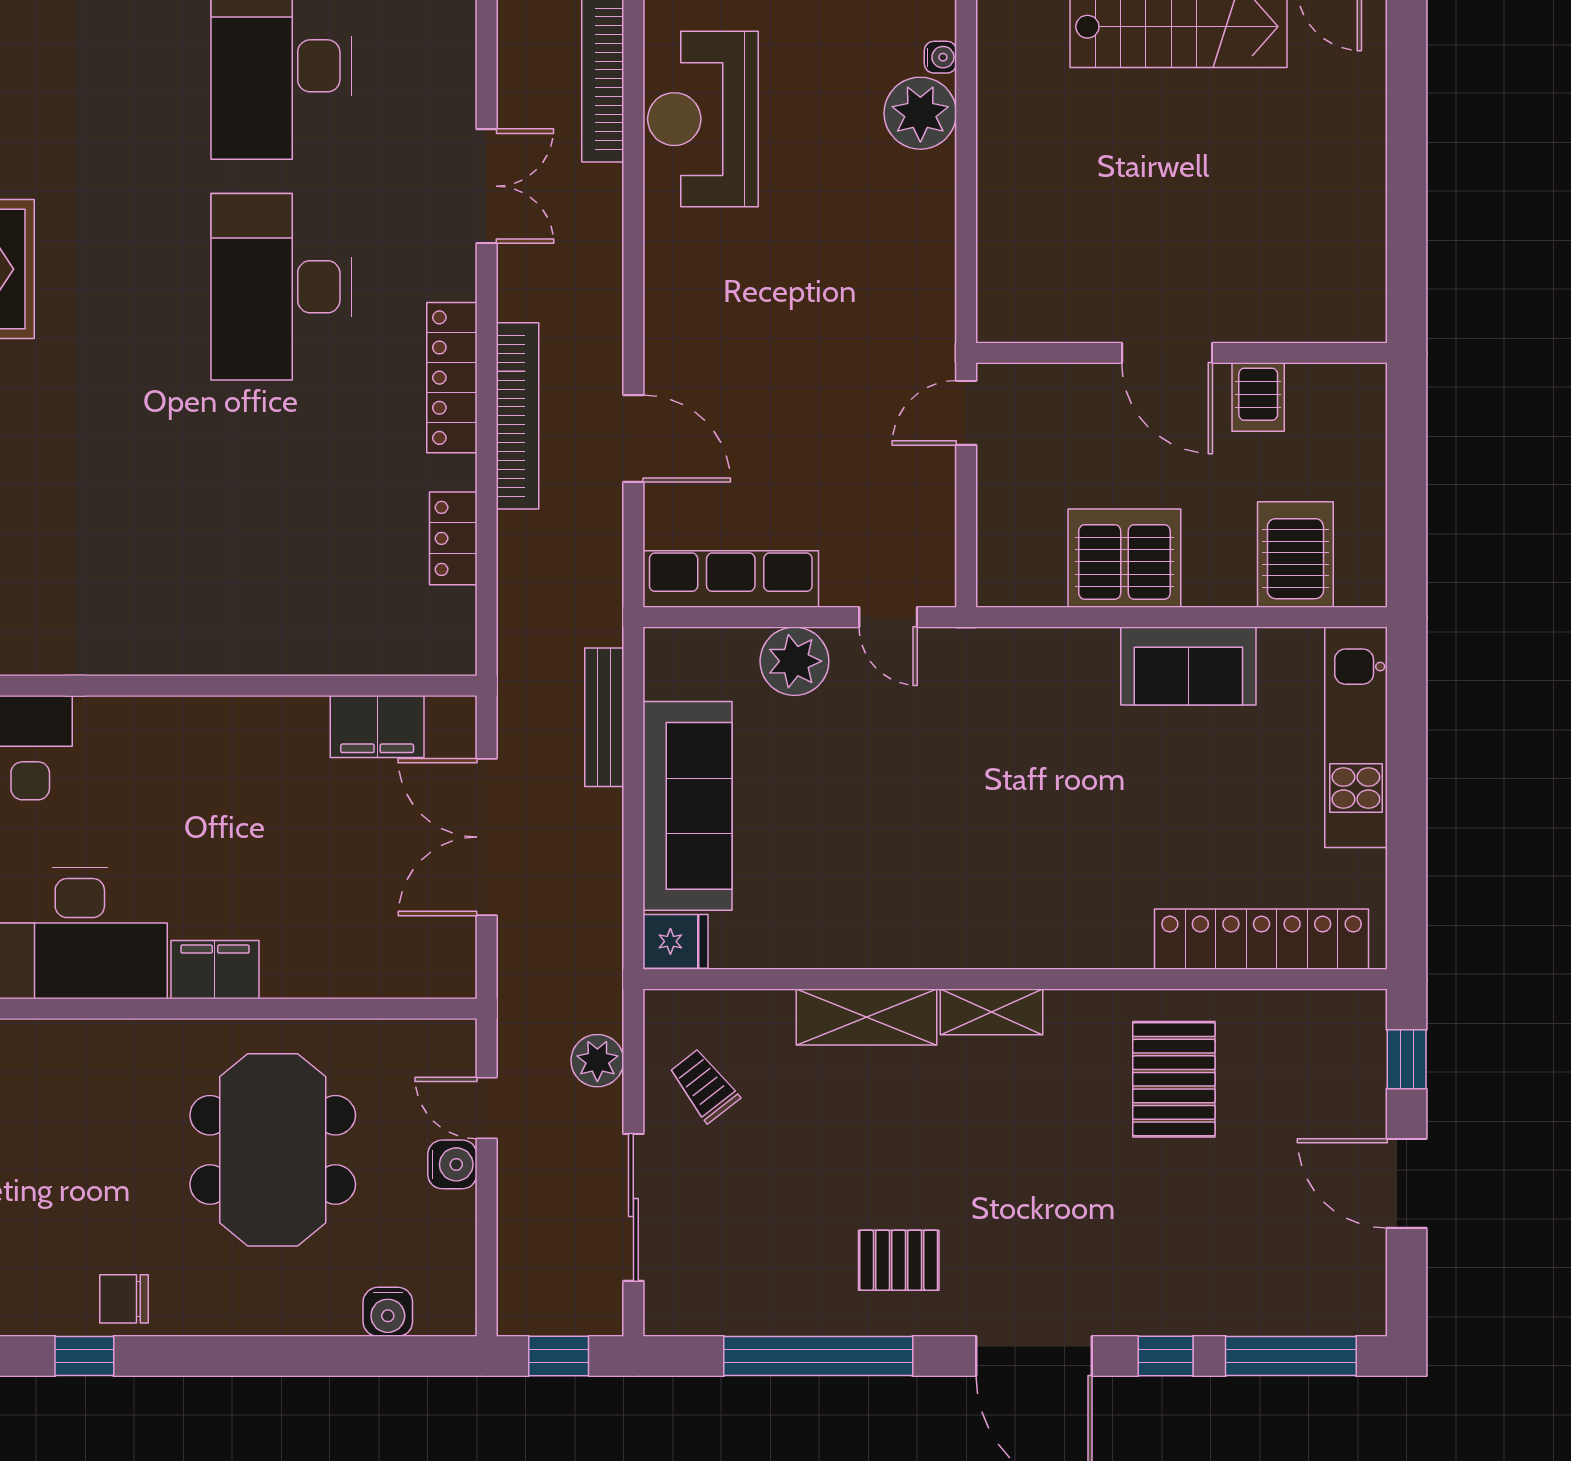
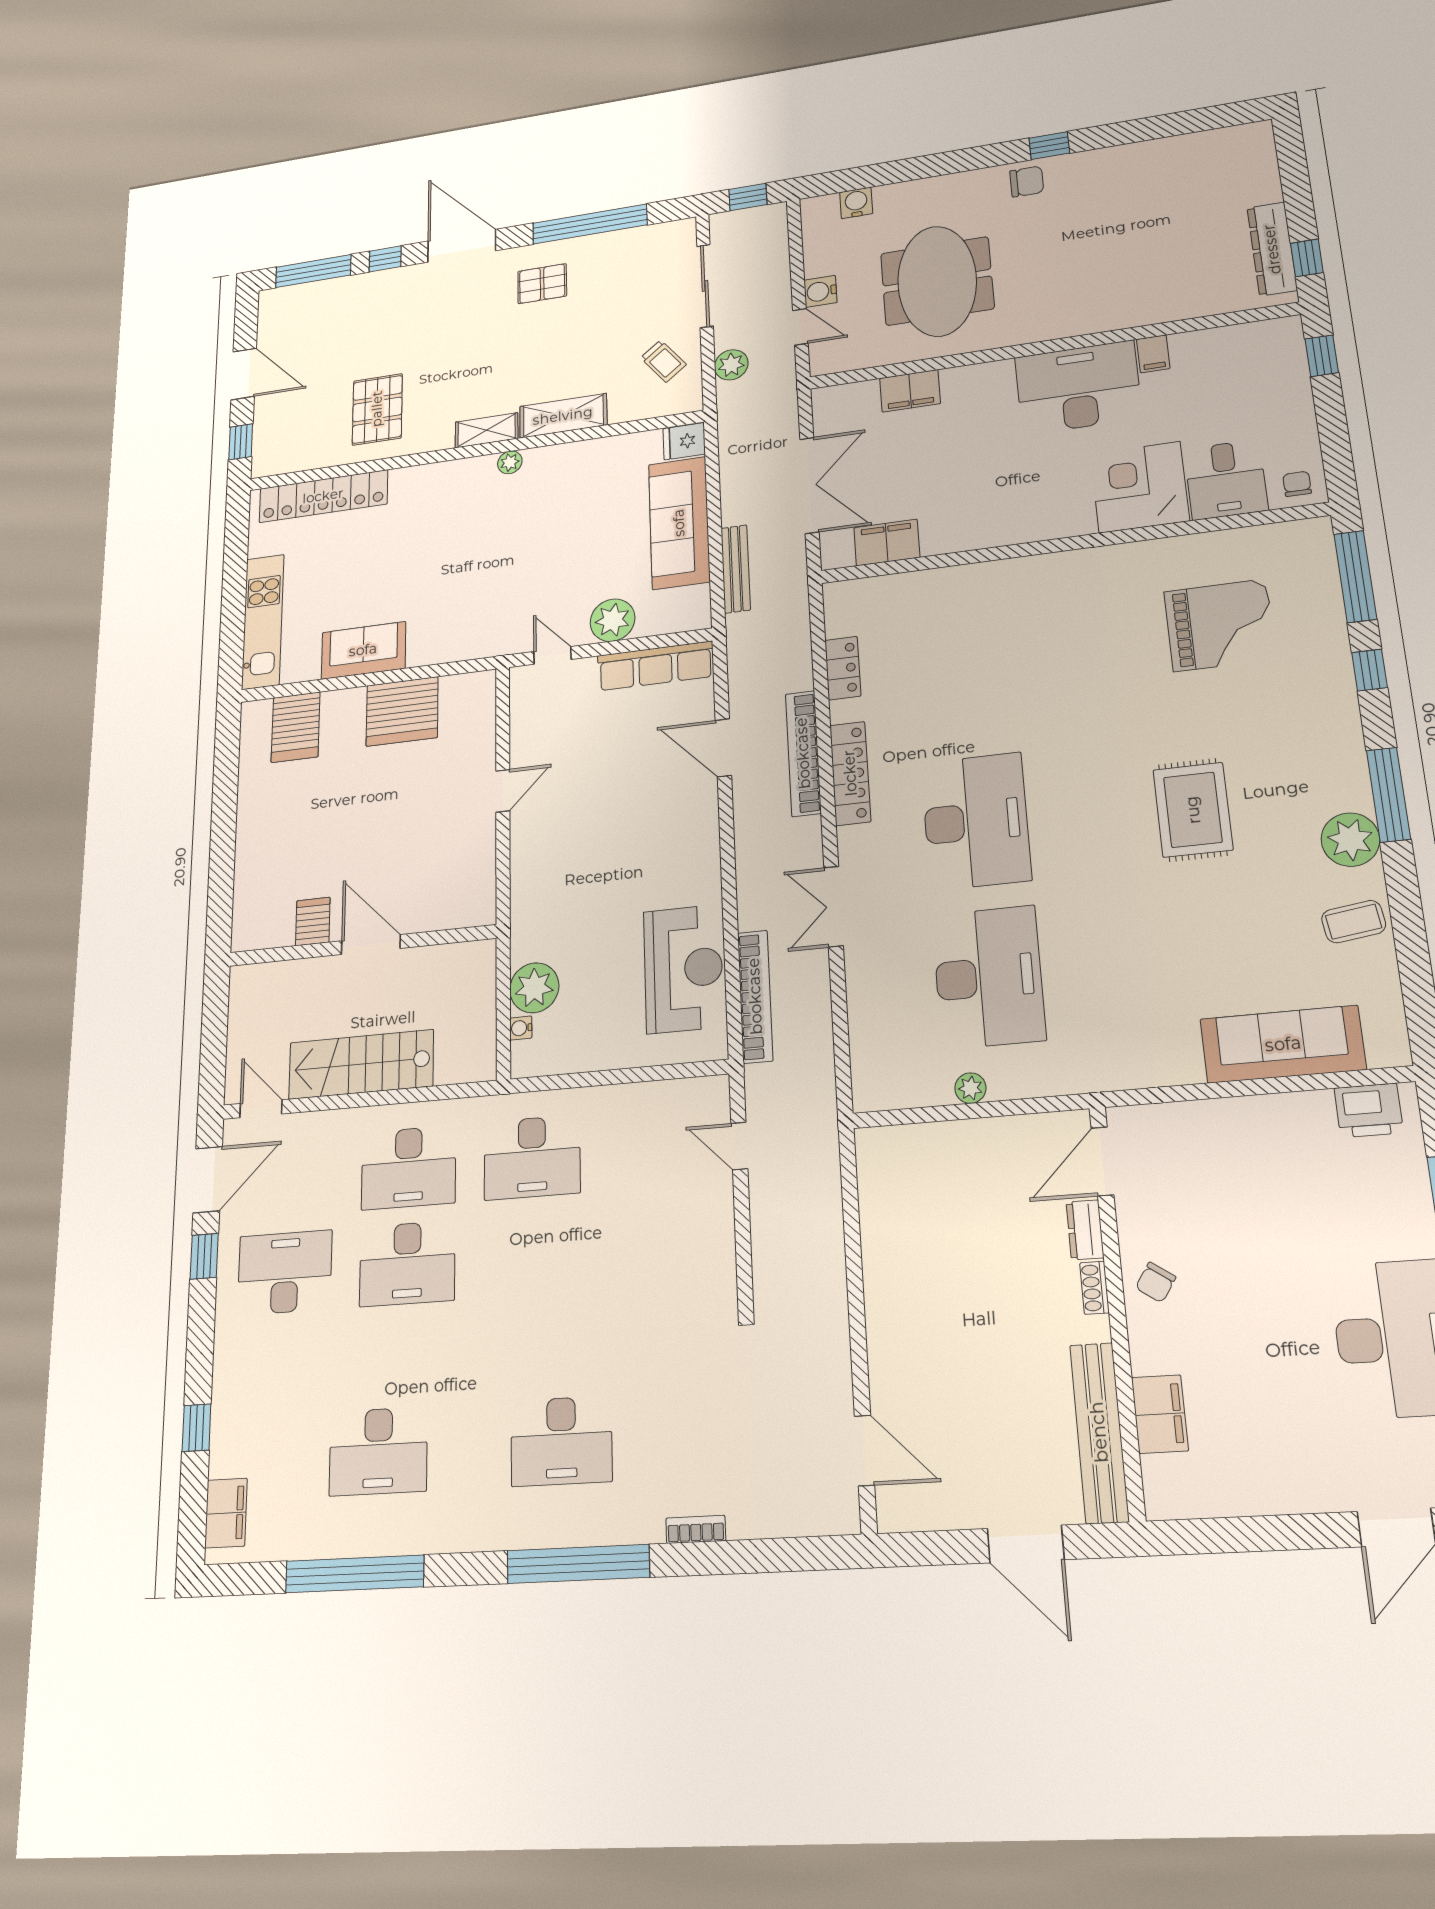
door: (1167, 353) -> (371, 945), moved
wall: (1181, 353) -> (361, 946), moved
server rack: (1258, 397) -> (313, 921), moved
plant: (954, 950) -> (510, 462), added
filing cabinet: (215, 970) -> (910, 391), moved

